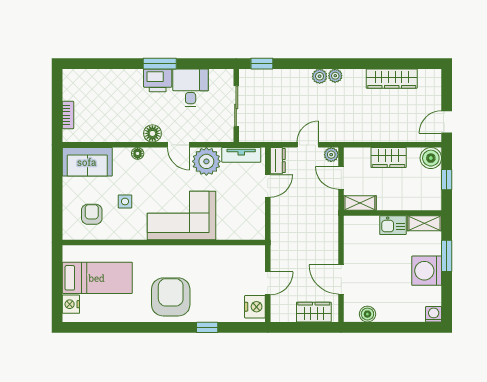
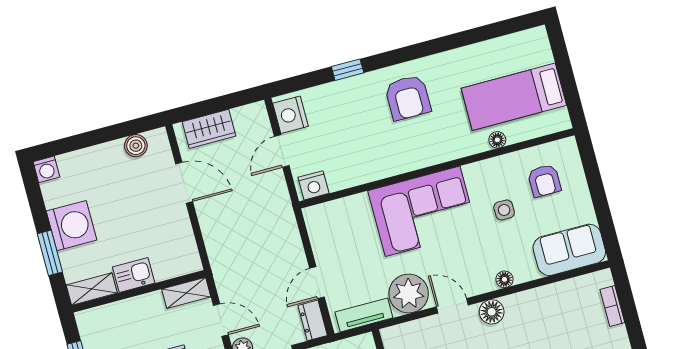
floor lamp: (117, 251) -> (497, 140), added
armchair: (171, 297) -> (408, 98), width x0.73, depth x0.73
nightstand: (71, 304) -> (313, 185), moved, turned 90

